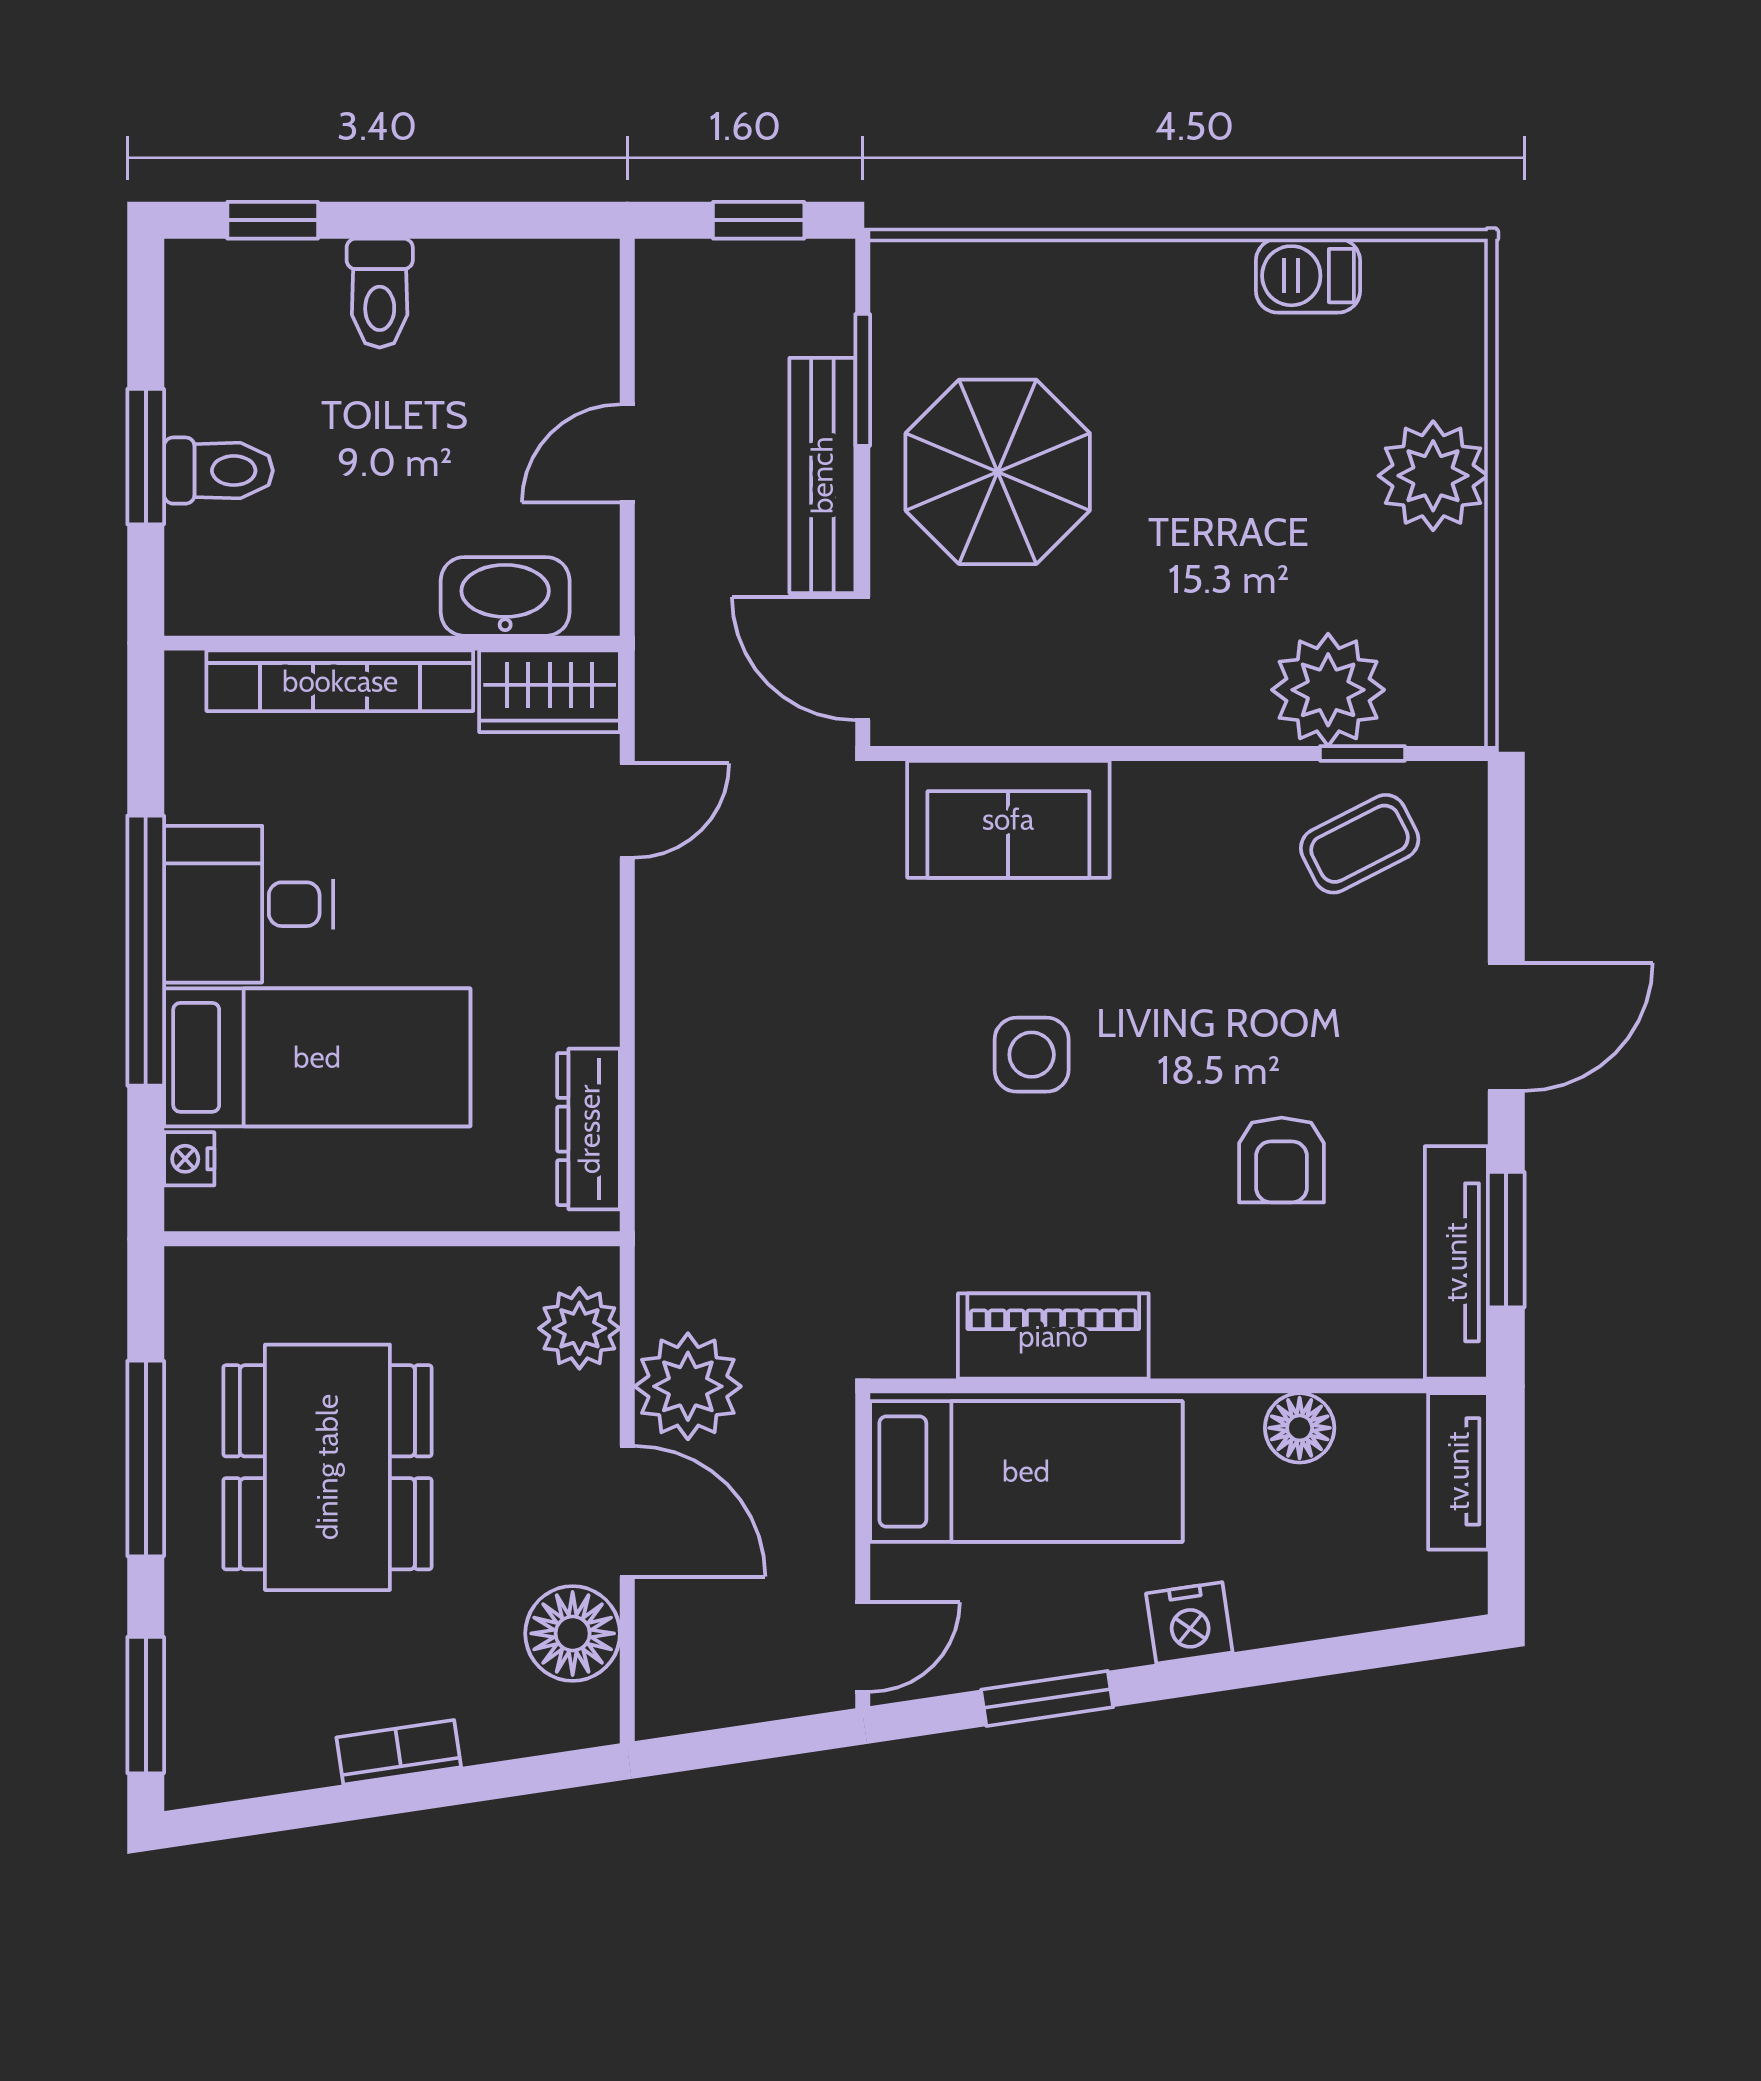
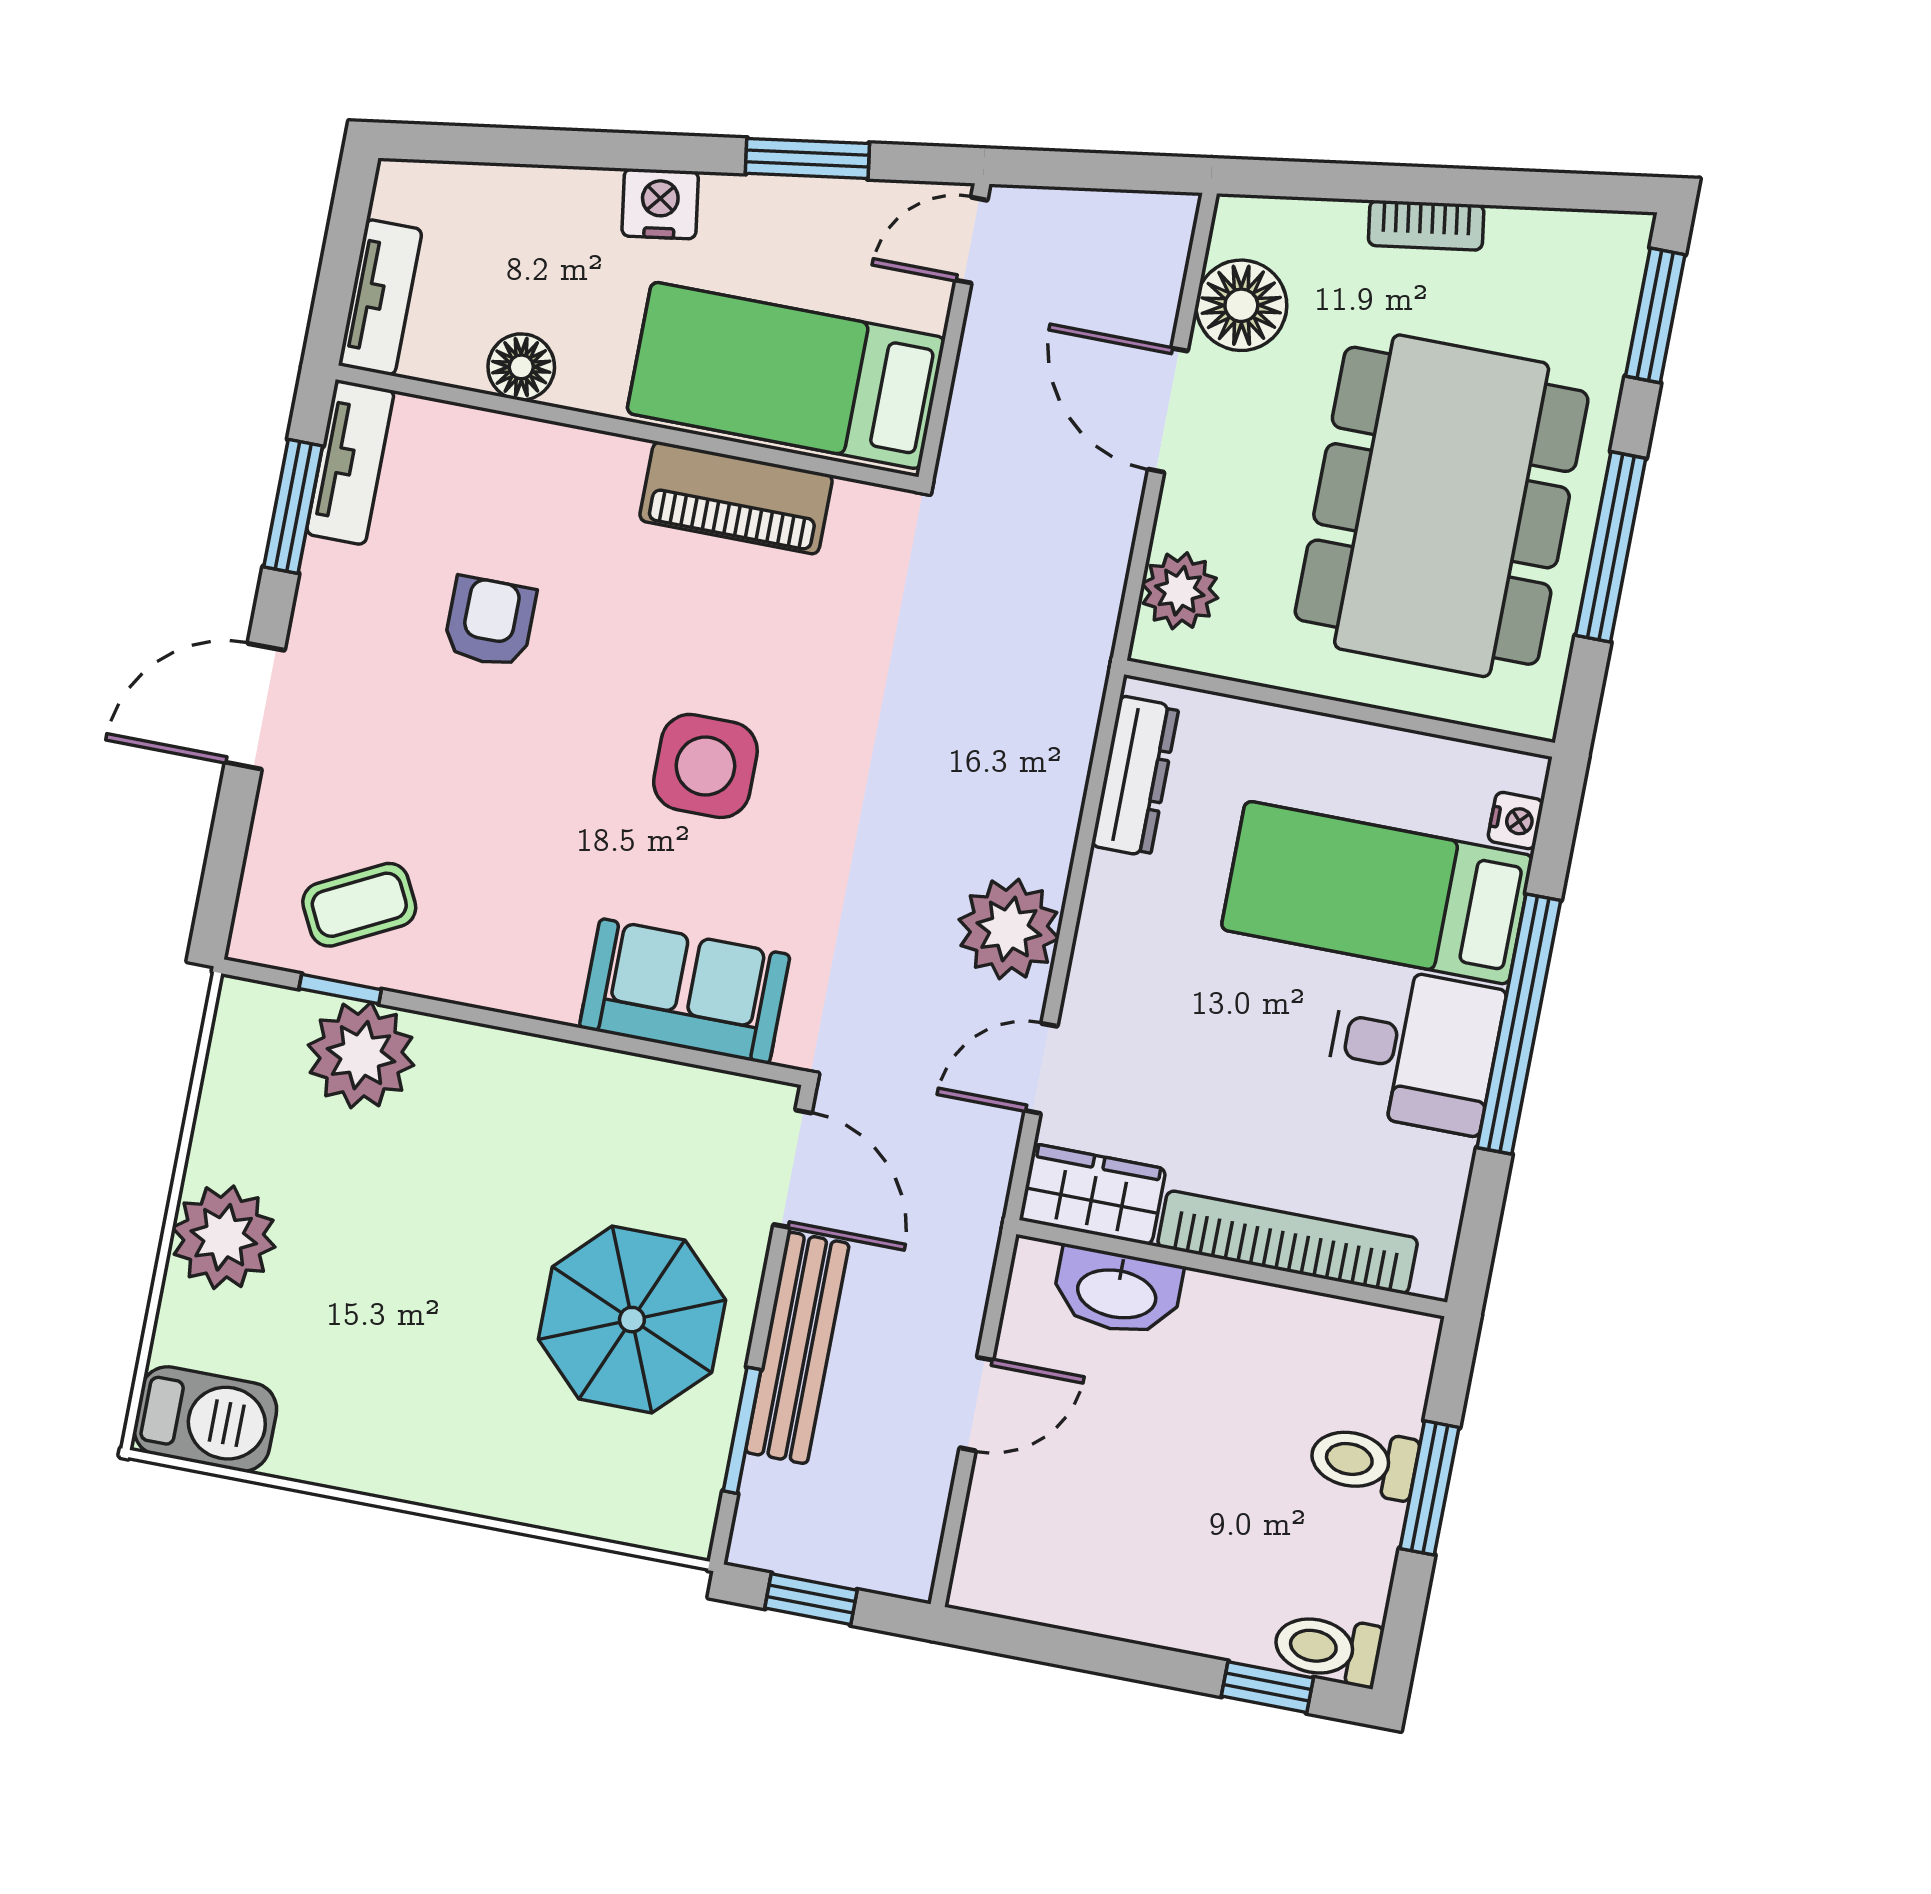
barbecue: (1308, 276) -> (205, 1419), moved, width x1.38, depth x1.27
toilet: (380, 293) -> (1328, 1648), moved, turned -90
side table: (1032, 1055) -> (705, 766), width x1.37, depth x1.37
tv unit: (1456, 1262) -> (350, 462), width x0.71
plant: (688, 1386) -> (1009, 929), moved
dining table: (327, 1467) -> (1442, 506), width x1.36, depth x1.24

